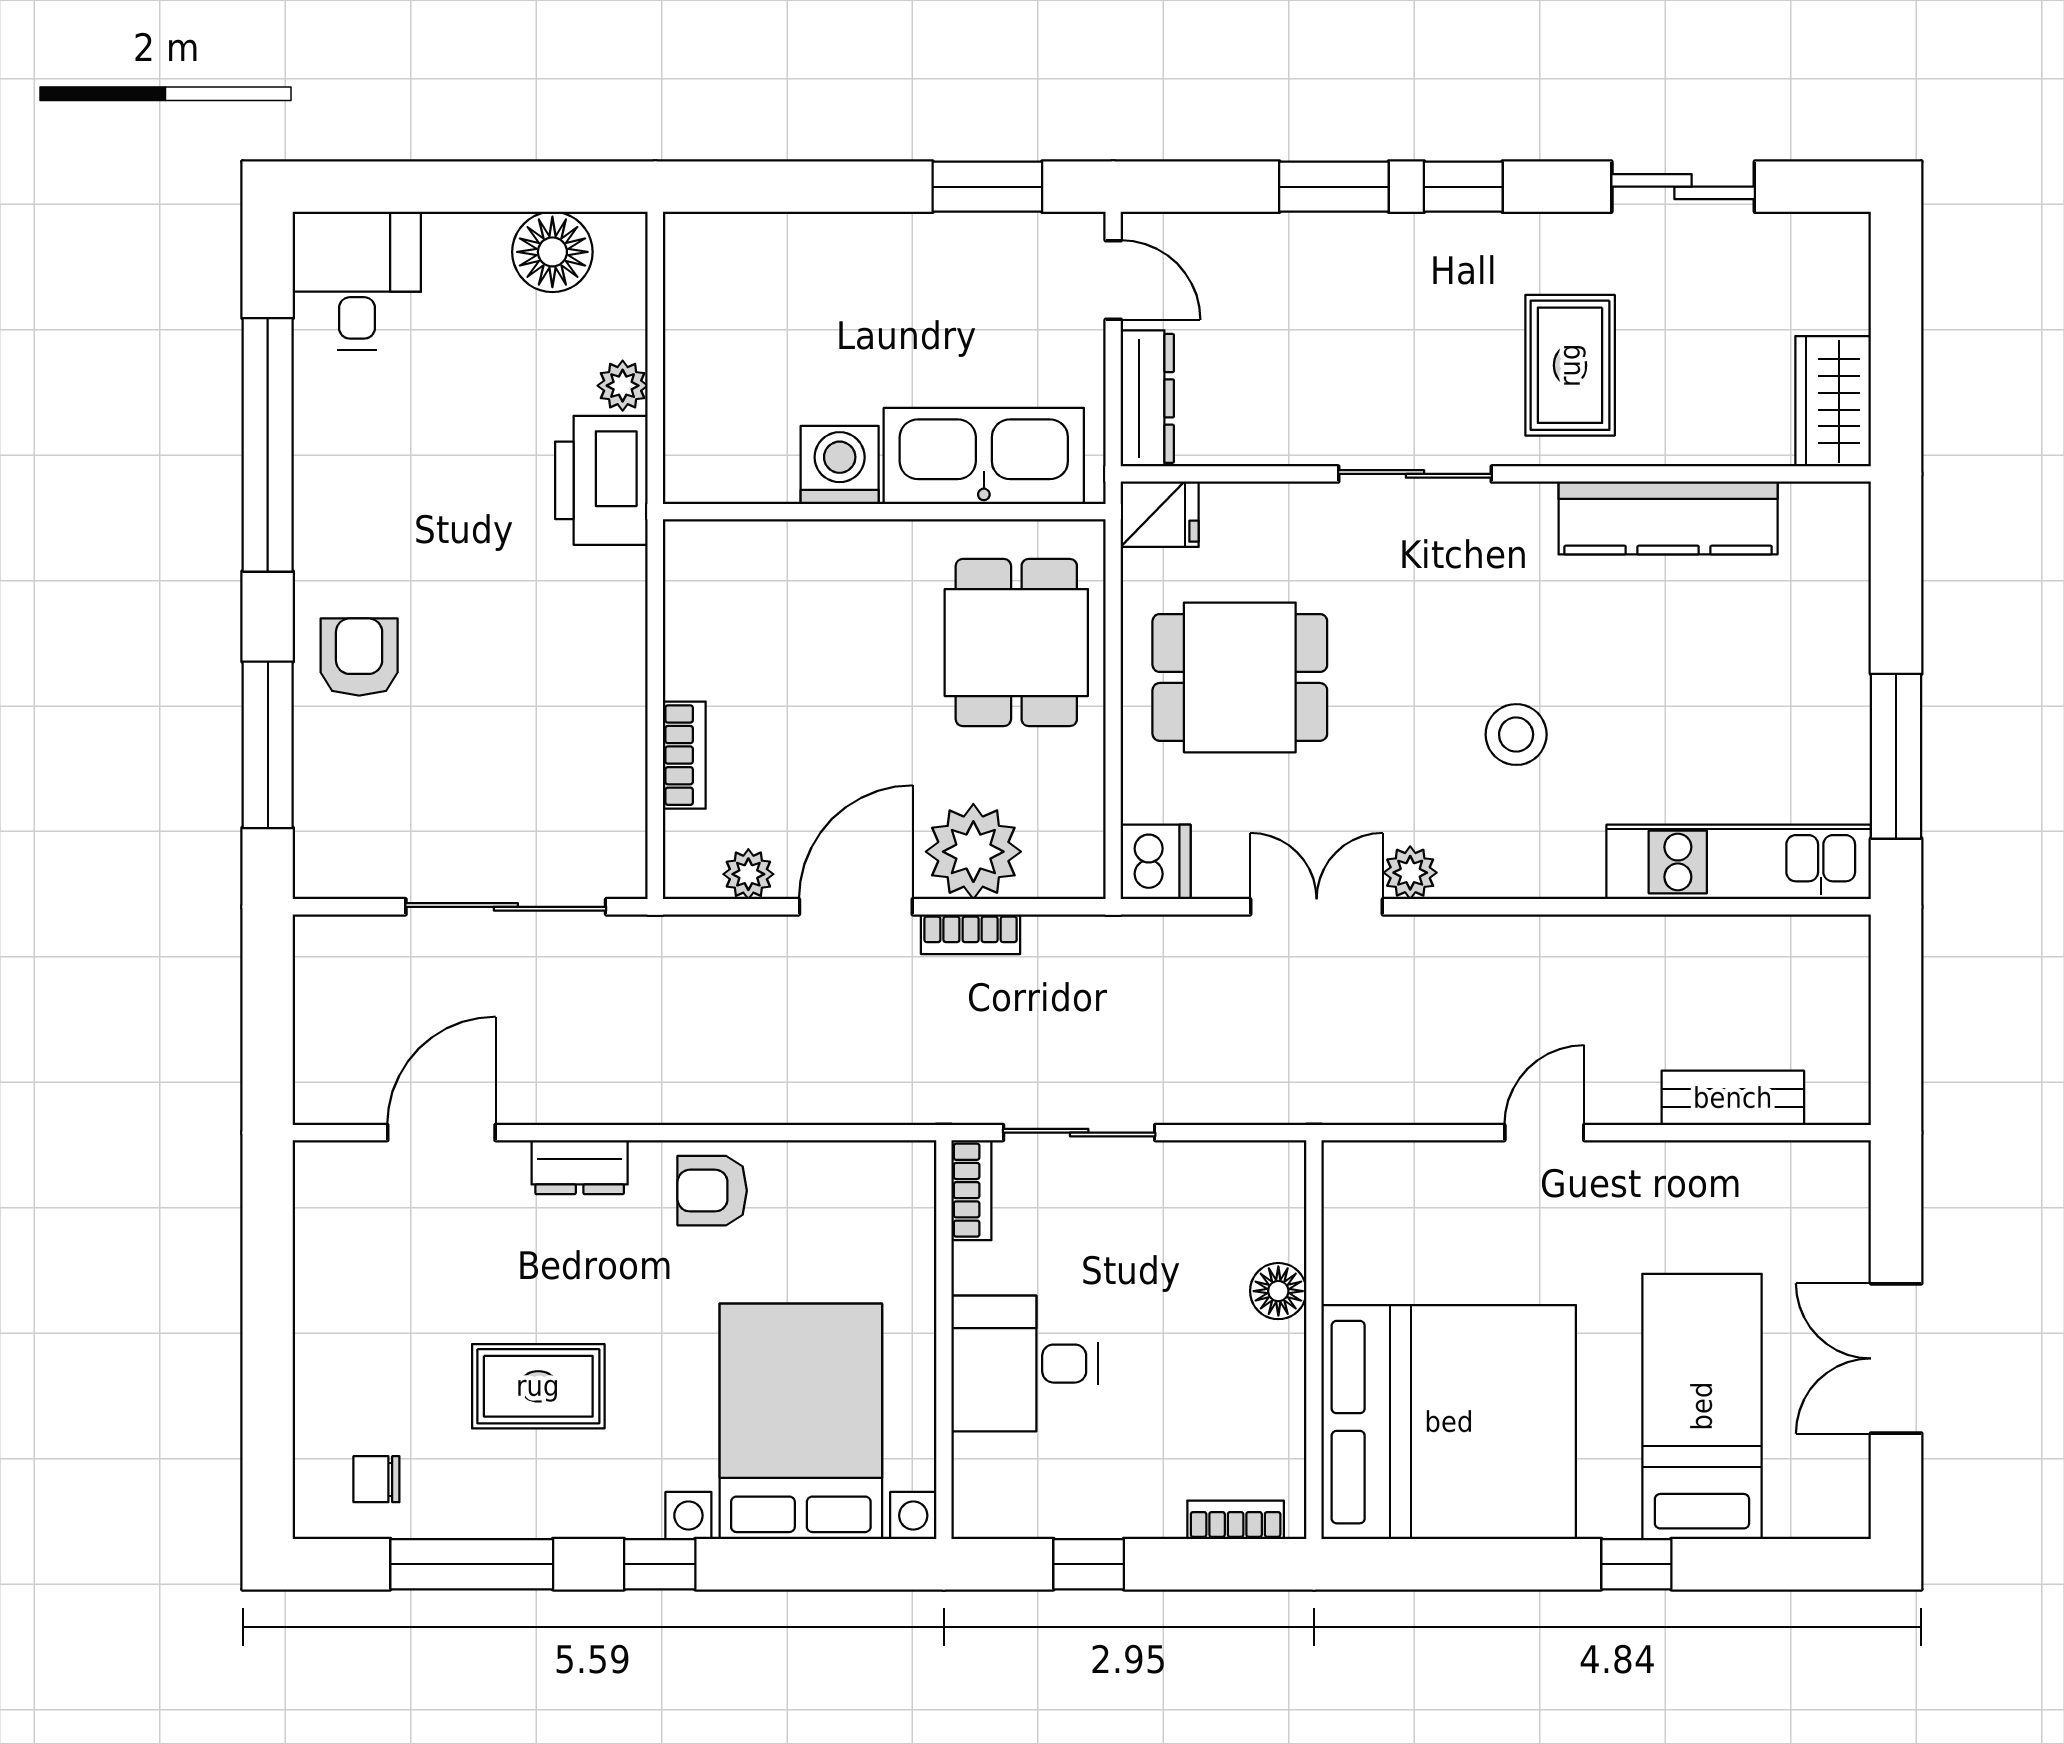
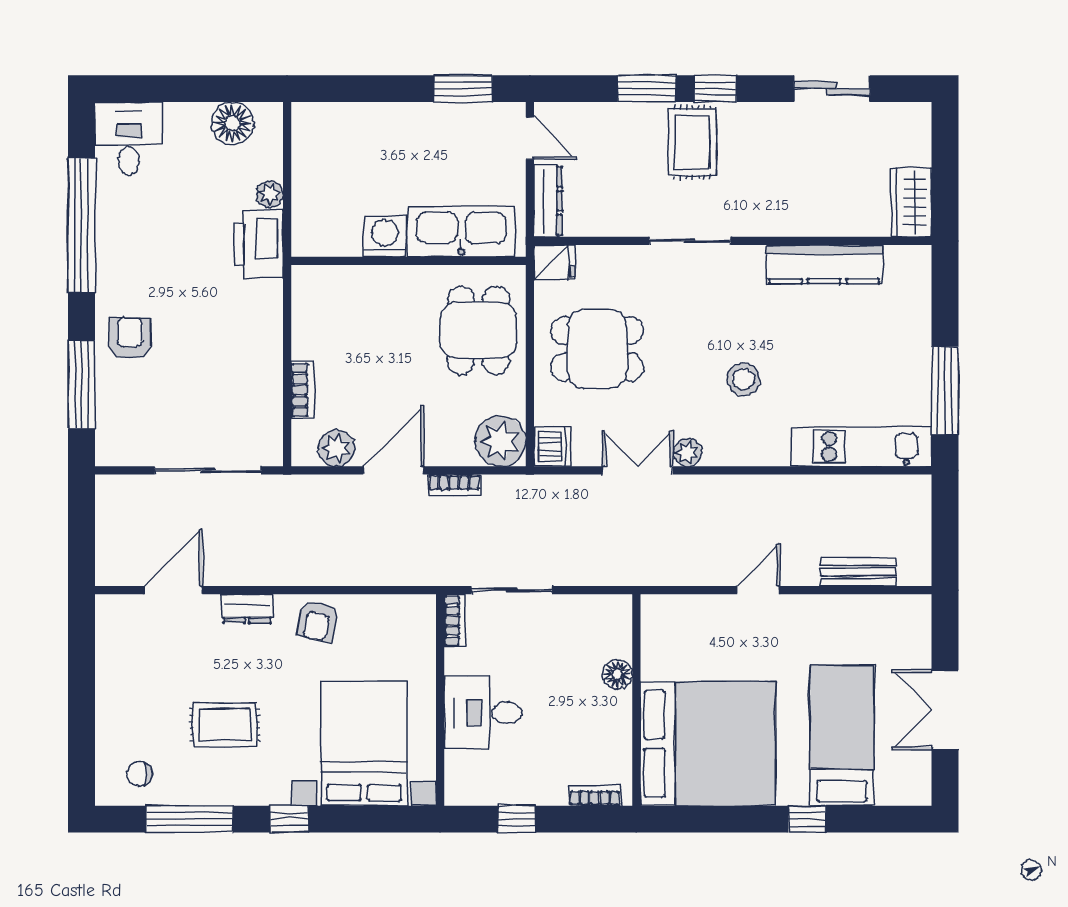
rug: (1570, 365) -> (692, 142), moved
plant: (973, 852) -> (501, 441), moved
plant: (748, 874) -> (336, 448), width x1.38, depth x1.38
armchair: (712, 1191) -> (317, 621), turned -78

